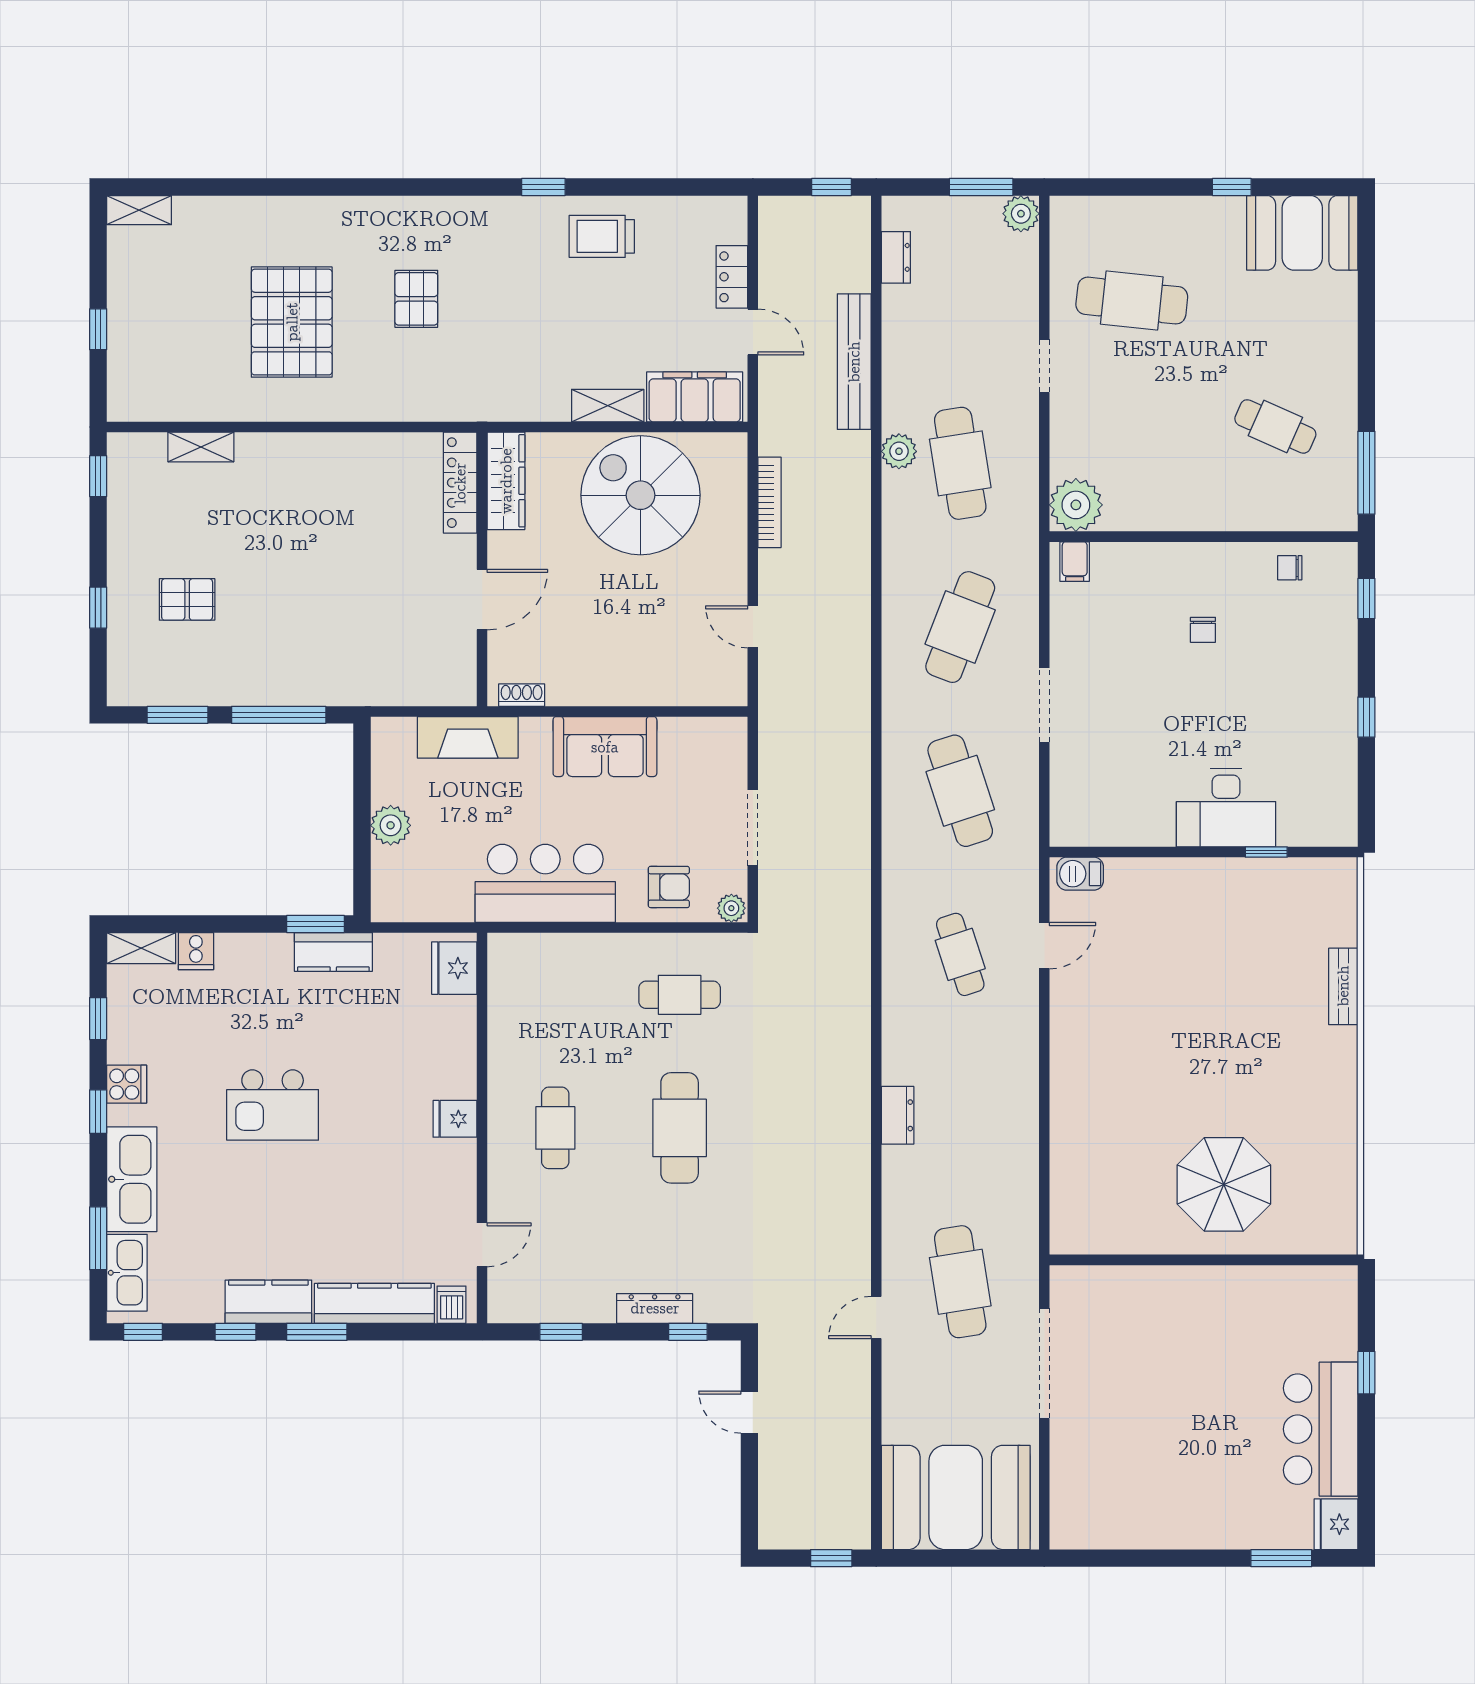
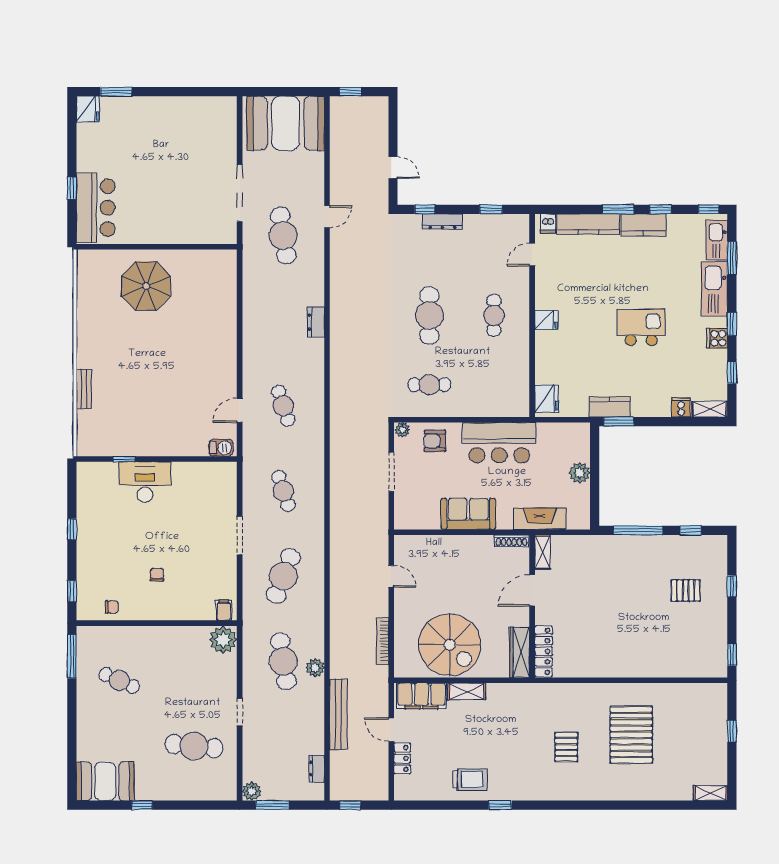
shelving: (201, 447) -> (543, 552), moved, turned 90
shoe rack: (522, 695) -> (512, 541), width x1.43
window: (177, 715) -> (691, 530), width x0.67
cafe table: (960, 791) -> (283, 491), width x0.73, depth x0.74
bar counter: (1321, 1429) -> (96, 208), moved

